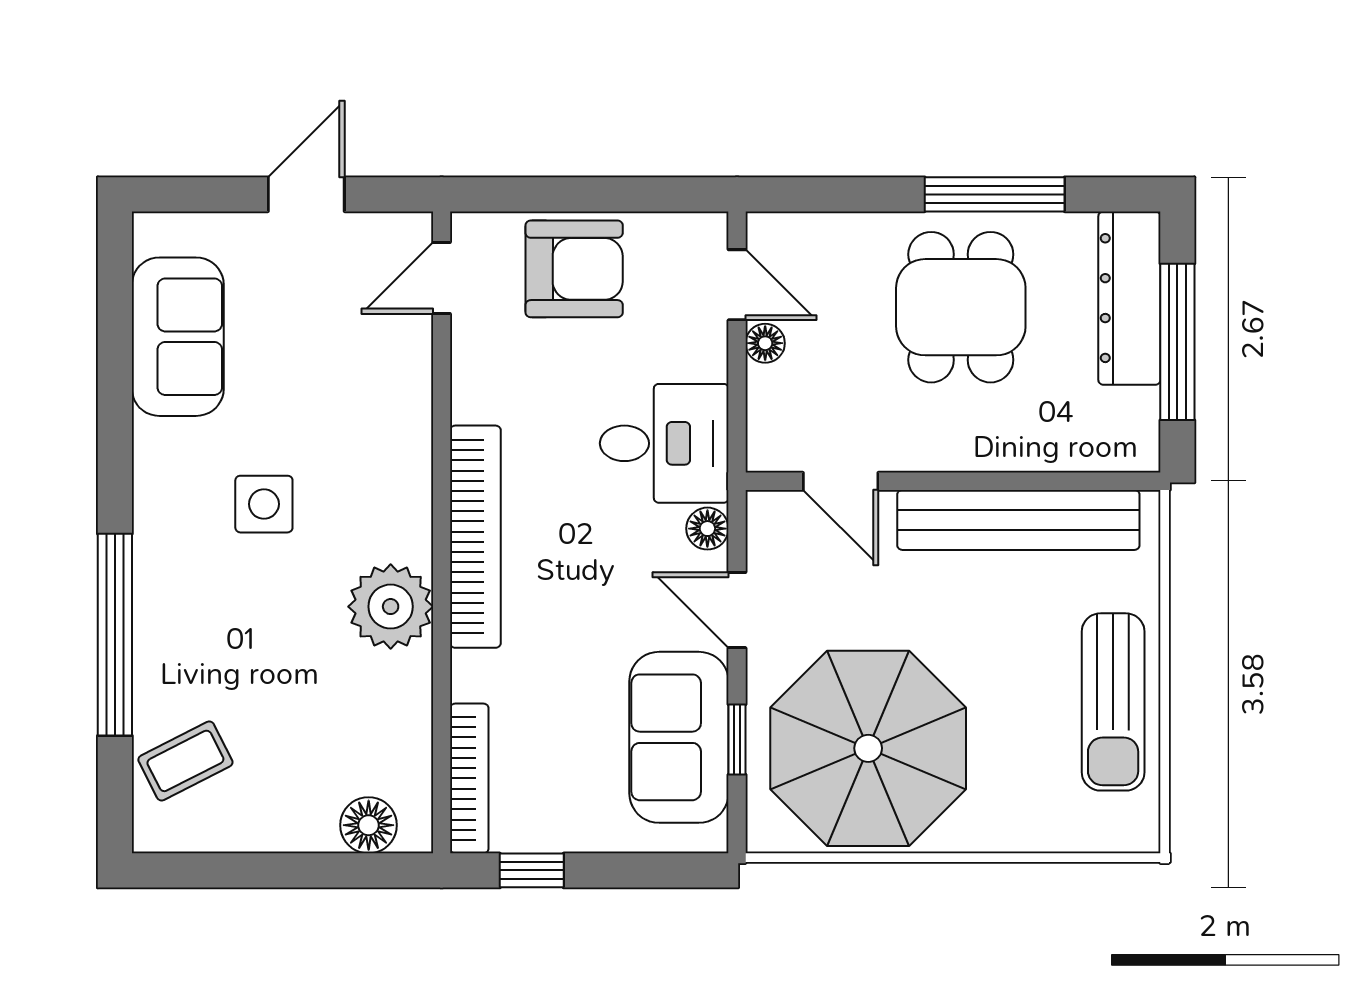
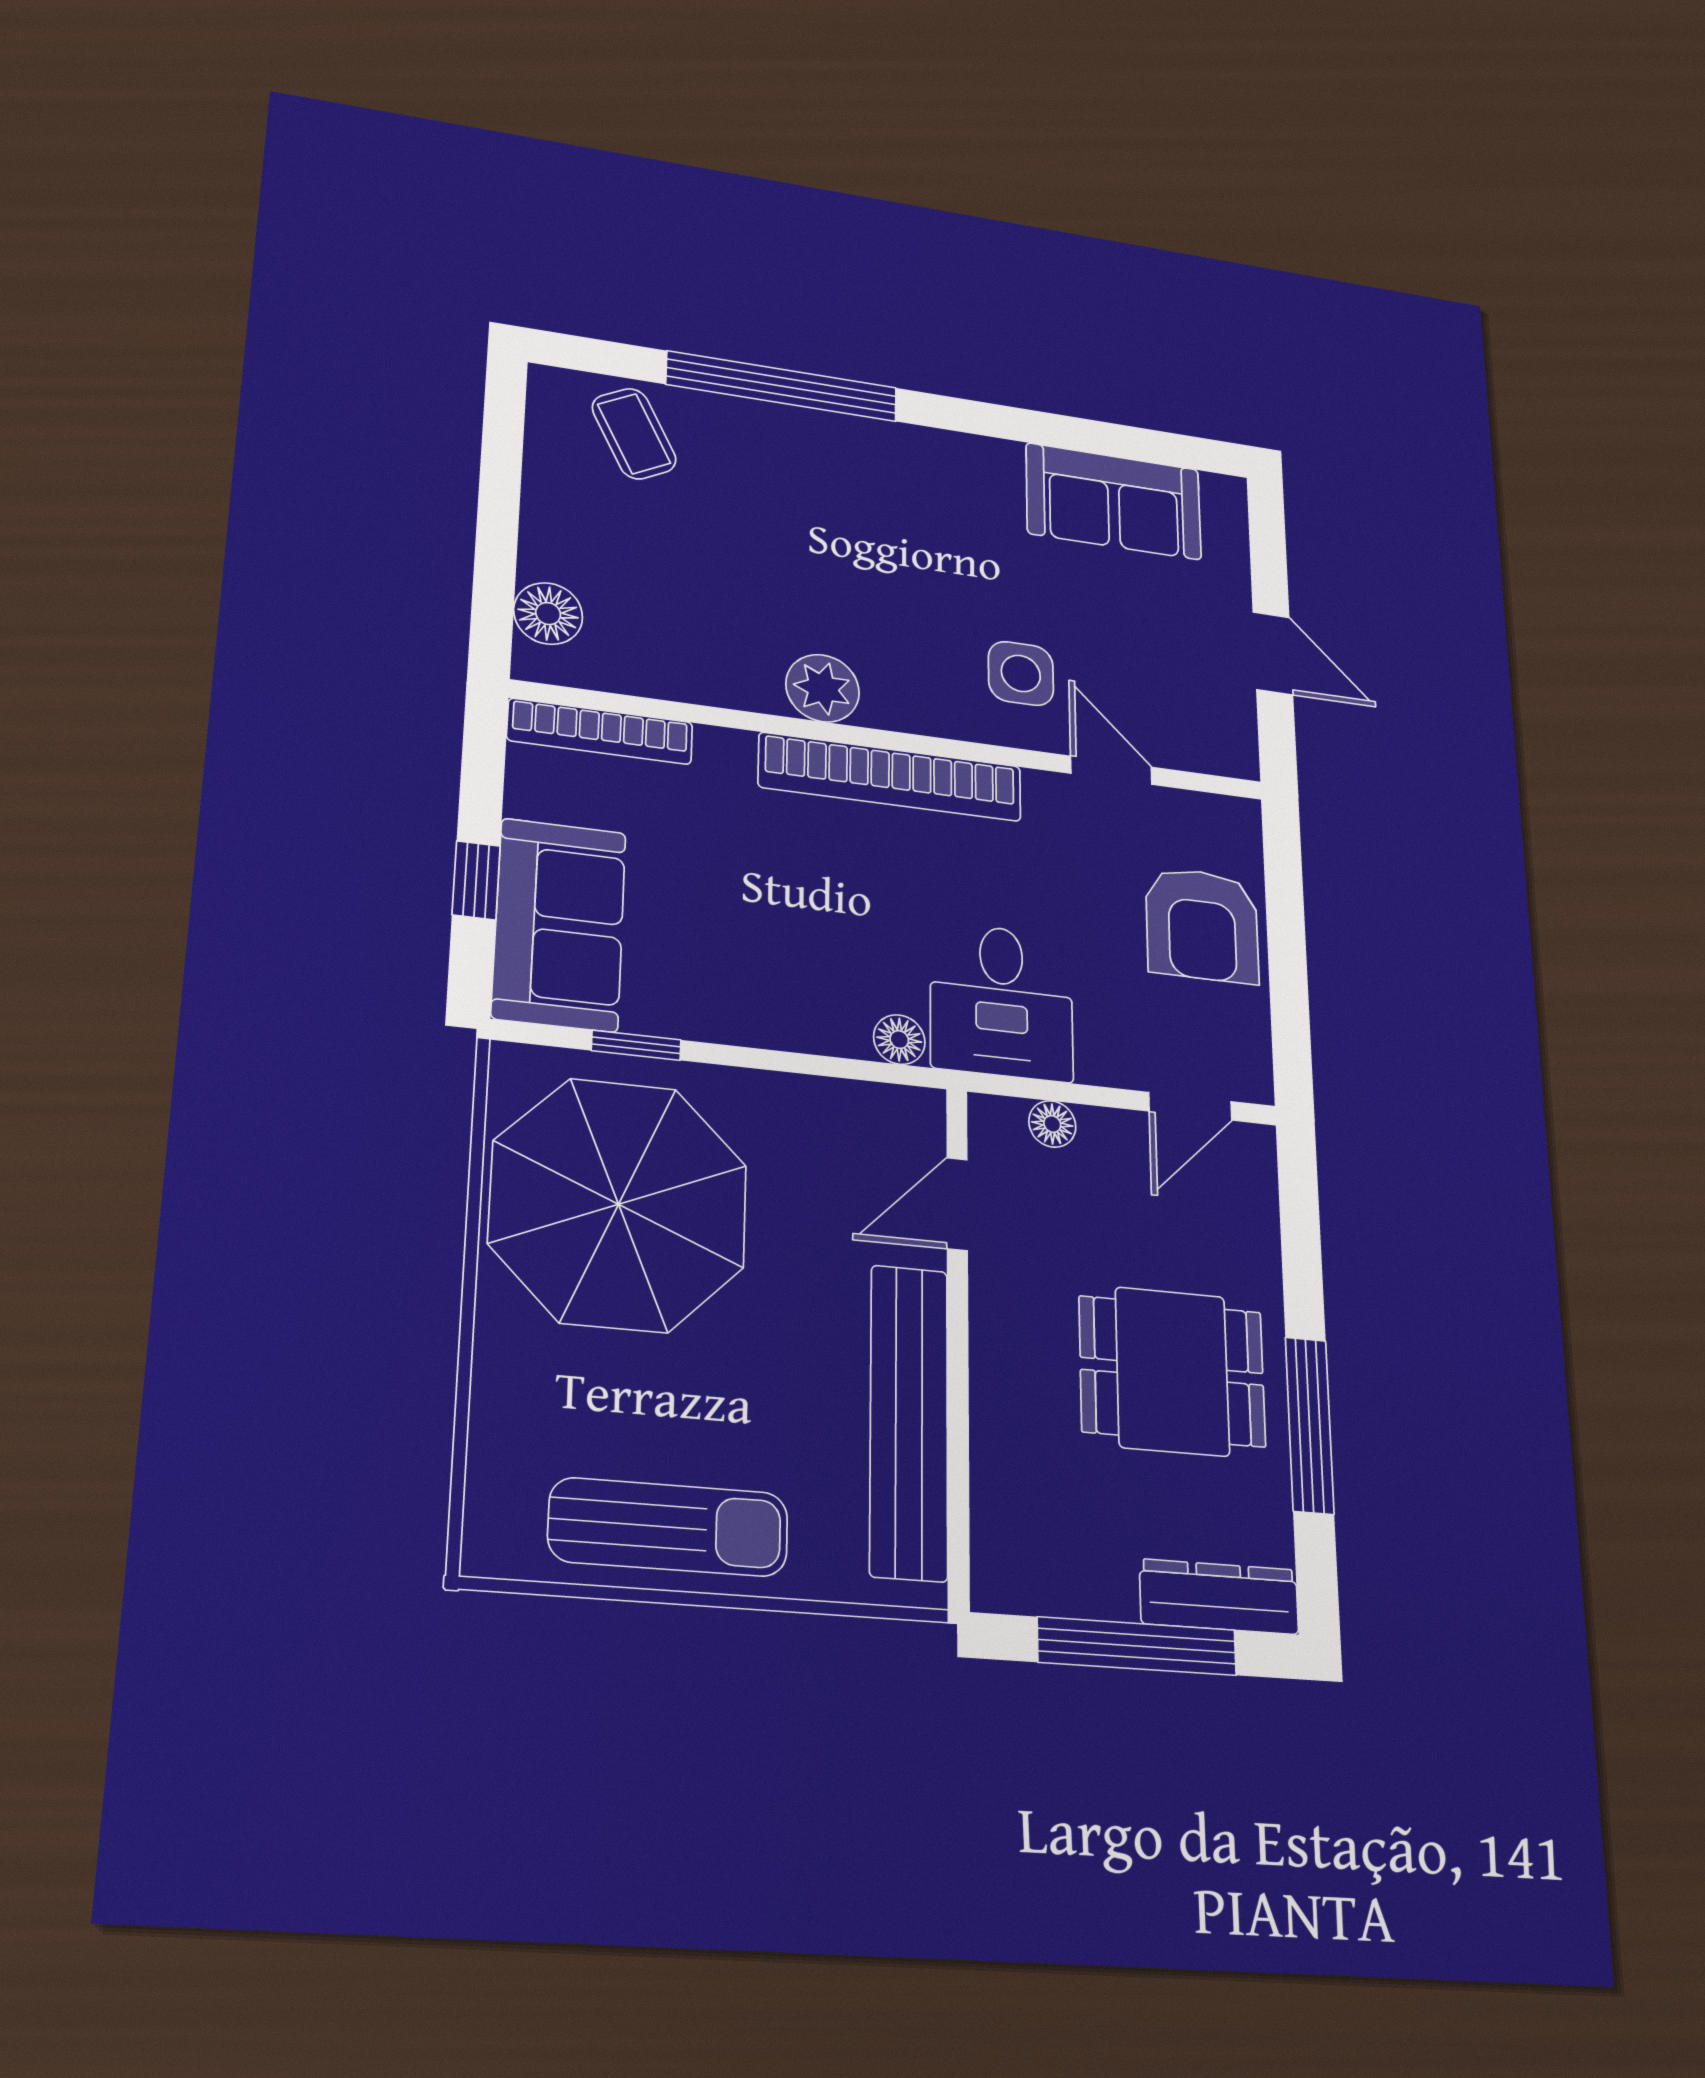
door: (442, 278) -> (1111, 770), moved
dresser: (1129, 298) -> (1219, 1597), width x0.73, depth x0.80
floor lamp: (765, 343) -> (1052, 1124), moved
side table: (264, 504) -> (1021, 674), moved
plant: (391, 607) -> (823, 688), width x0.73, depth x0.73
door: (737, 610) -> (799, 1063), removed
sun lounger: (1113, 702) -> (669, 1527), turned 180
sofa: (679, 737) -> (559, 925), moved, turned 90
window: (532, 870) -> (476, 880), moved

